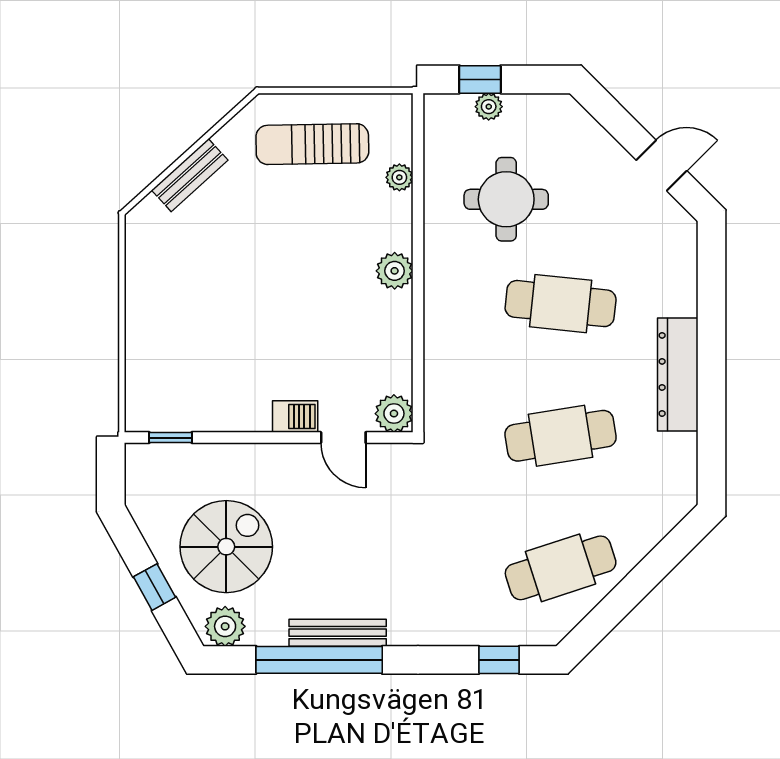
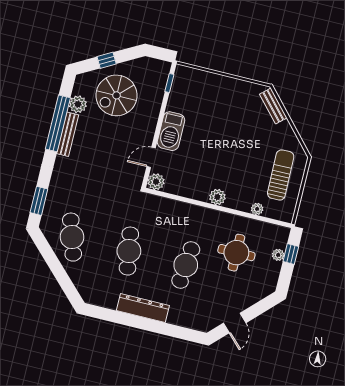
bench: (190, 175) -> (273, 106), moved
barbecue: (295, 416) -> (171, 131), width x1.88, depth x1.53
spiral stairs: (226, 547) -> (116, 95), turned 90
plant: (225, 626) -> (78, 104), moved
window: (499, 660) -> (39, 201), width x1.50

